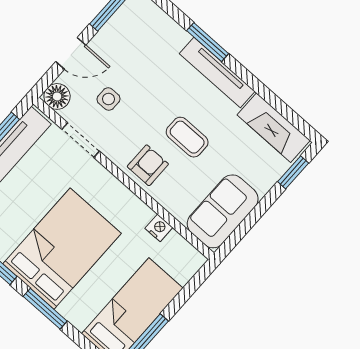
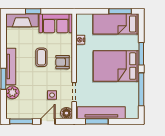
plant: (172, 37) -> (12, 92), added
door: (71, 53) -> (48, 121), hinge flipped
fireplace: (274, 128) -> (22, 20), moved, turned 90
window: (293, 172) -> (33, 11), moved

